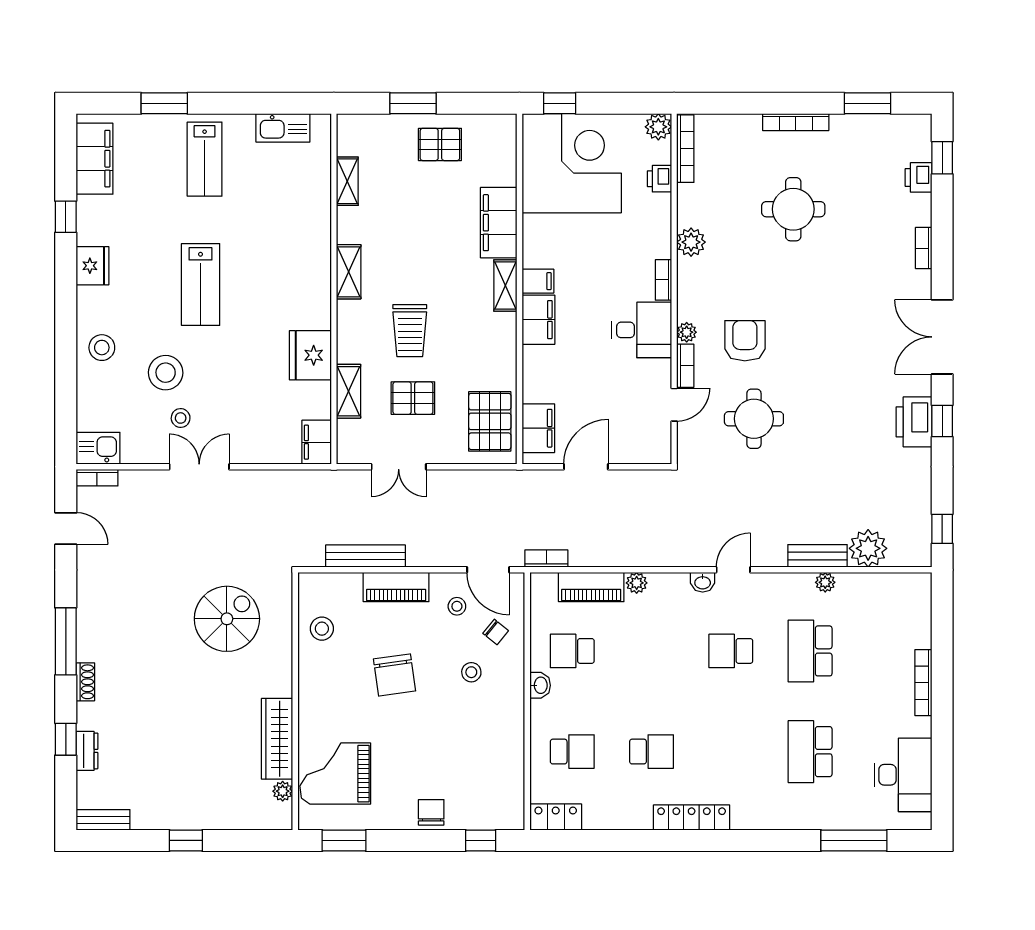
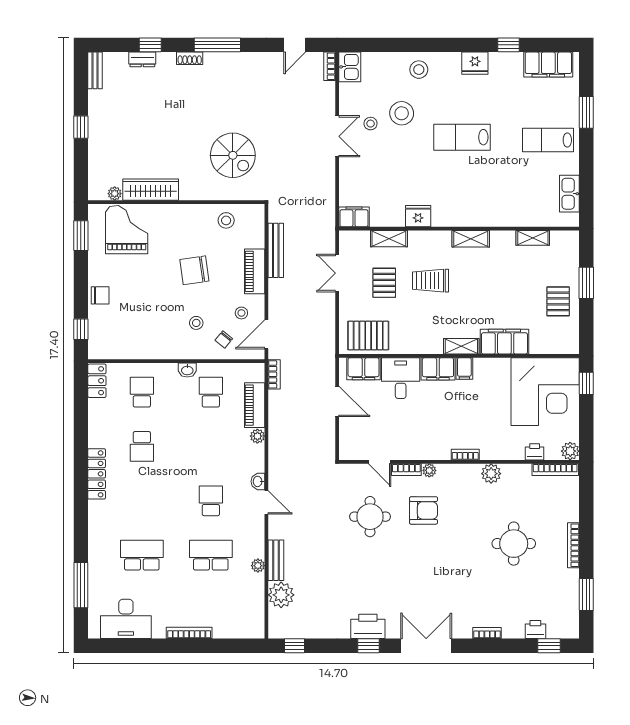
desk: (642, 330) -> (401, 378), moved, turned 180
fridge: (310, 355) -> (418, 216), width x0.73, depth x0.75
school desk: (572, 752) -> (142, 392), turned 180

